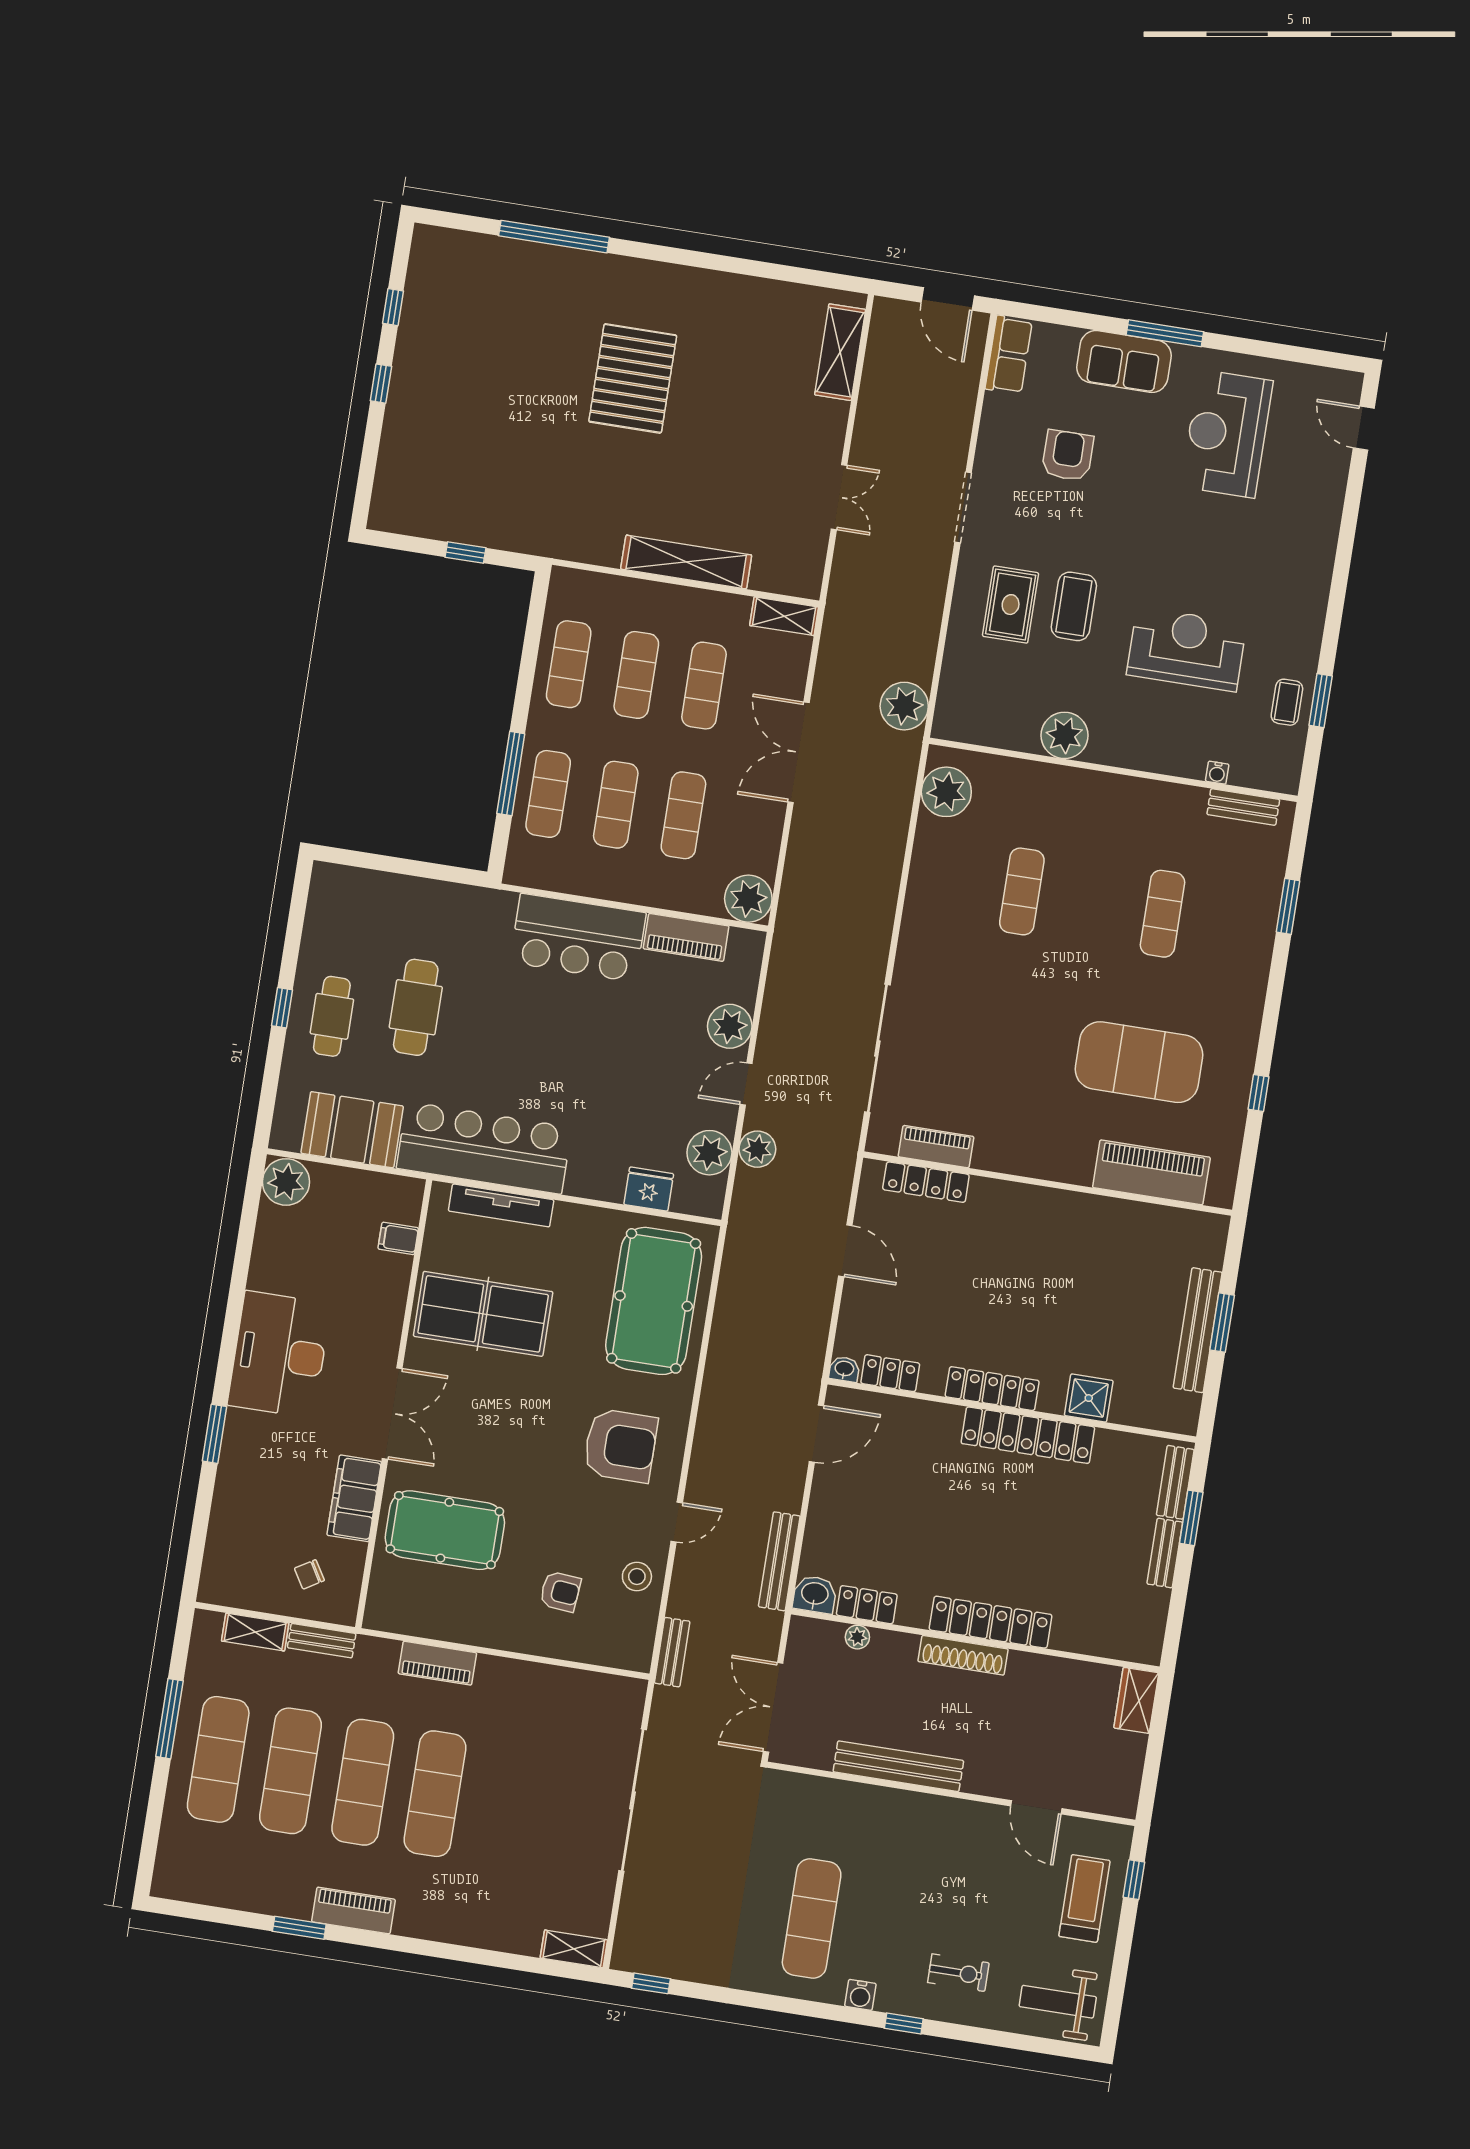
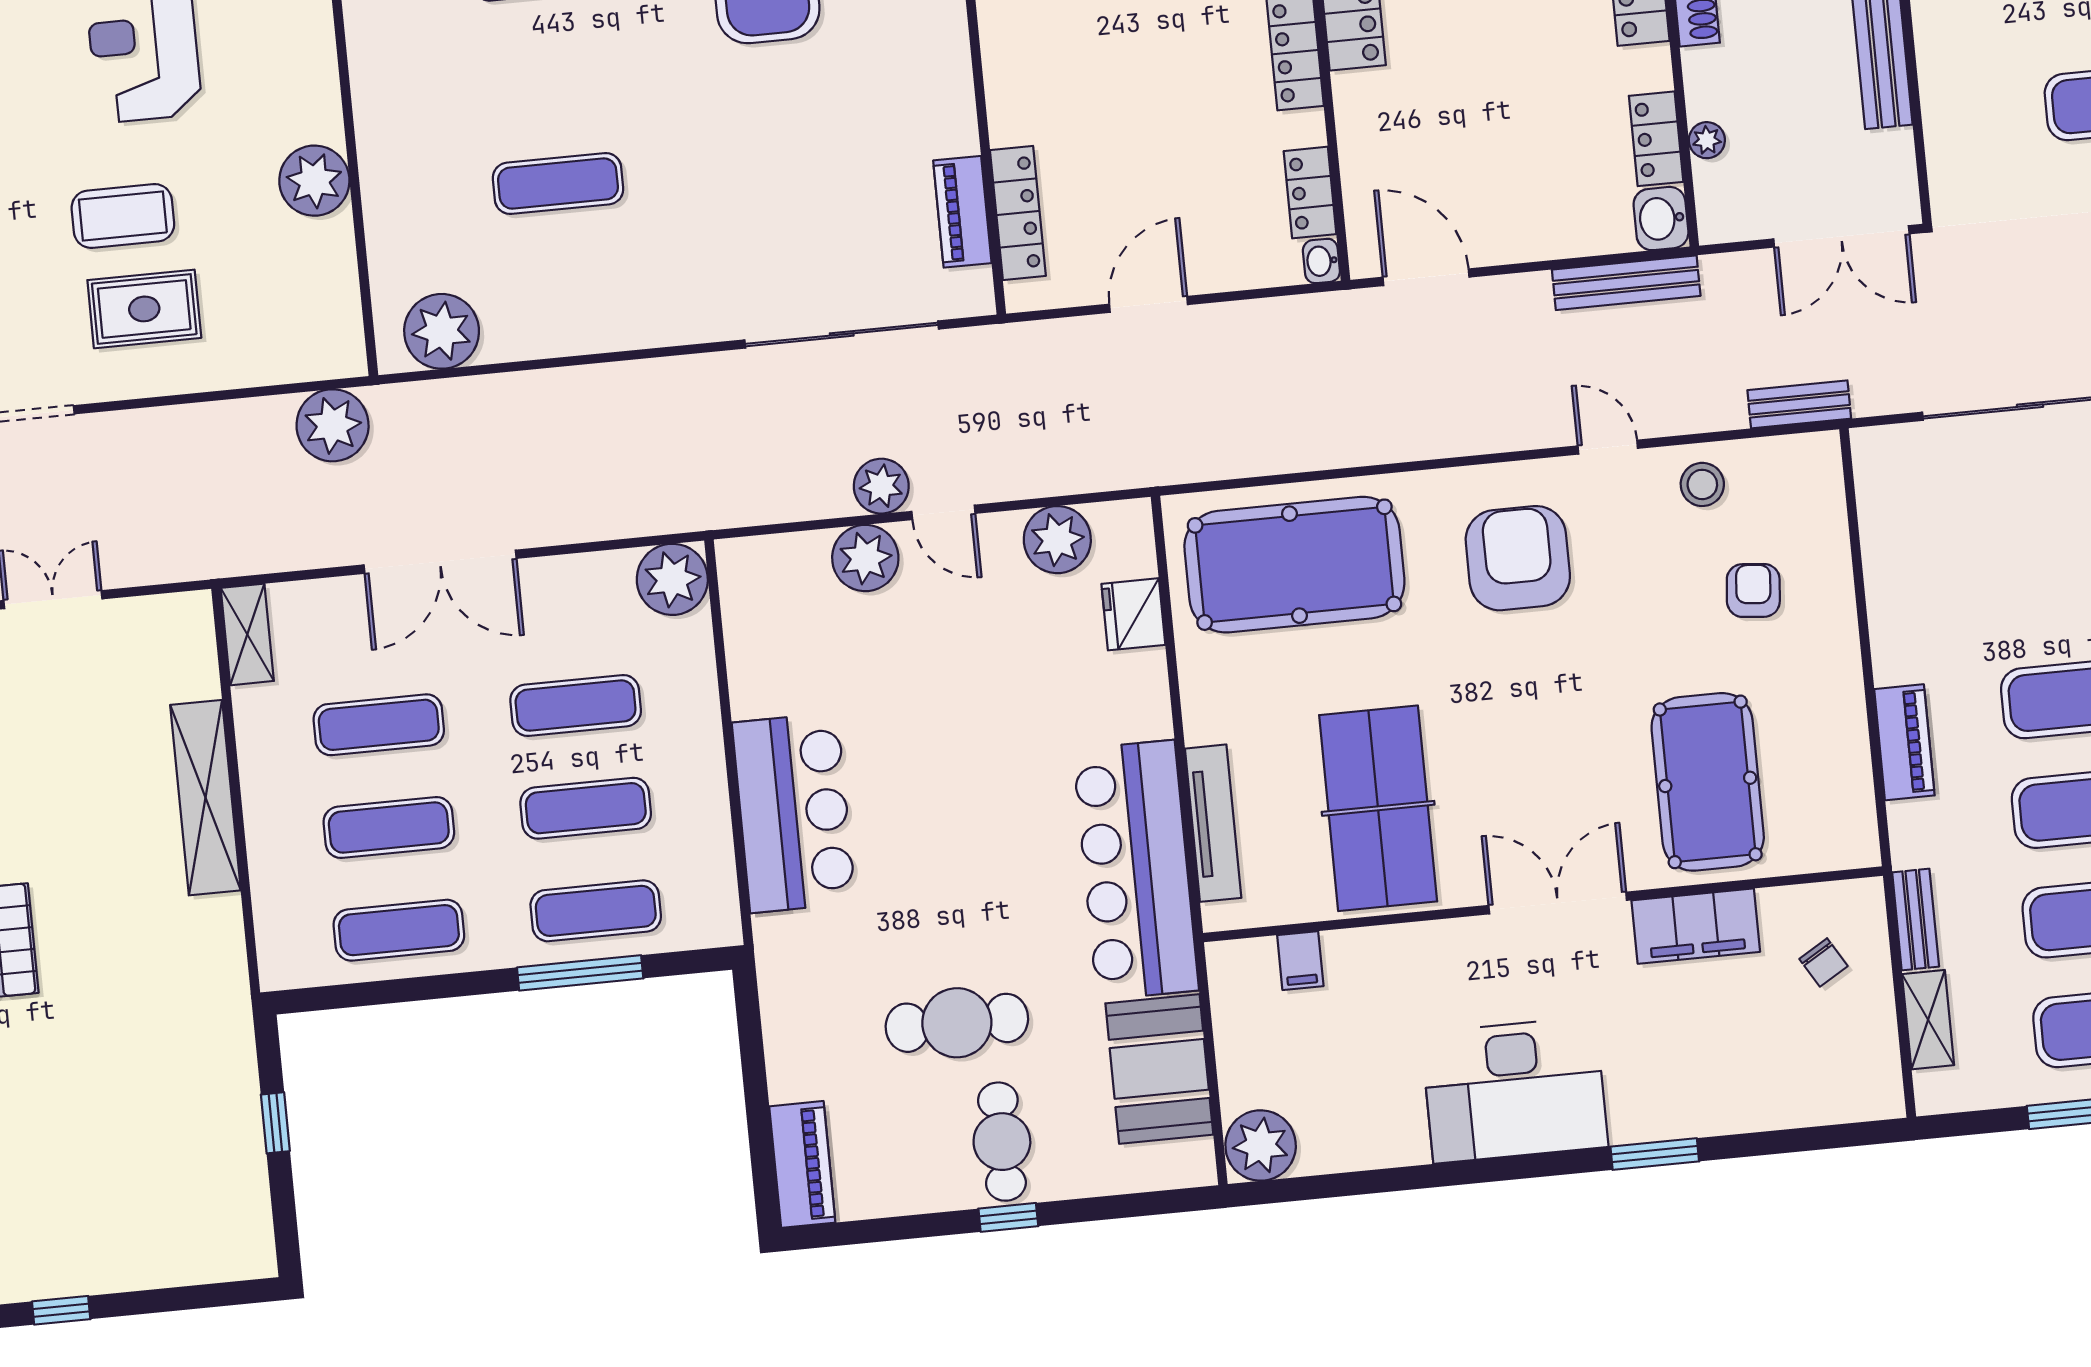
piano: (686, 937) -> (802, 1164), moved
cafe table: (332, 1016) -> (1002, 1142), turned 90
plant: (757, 1149) -> (881, 486), moved

